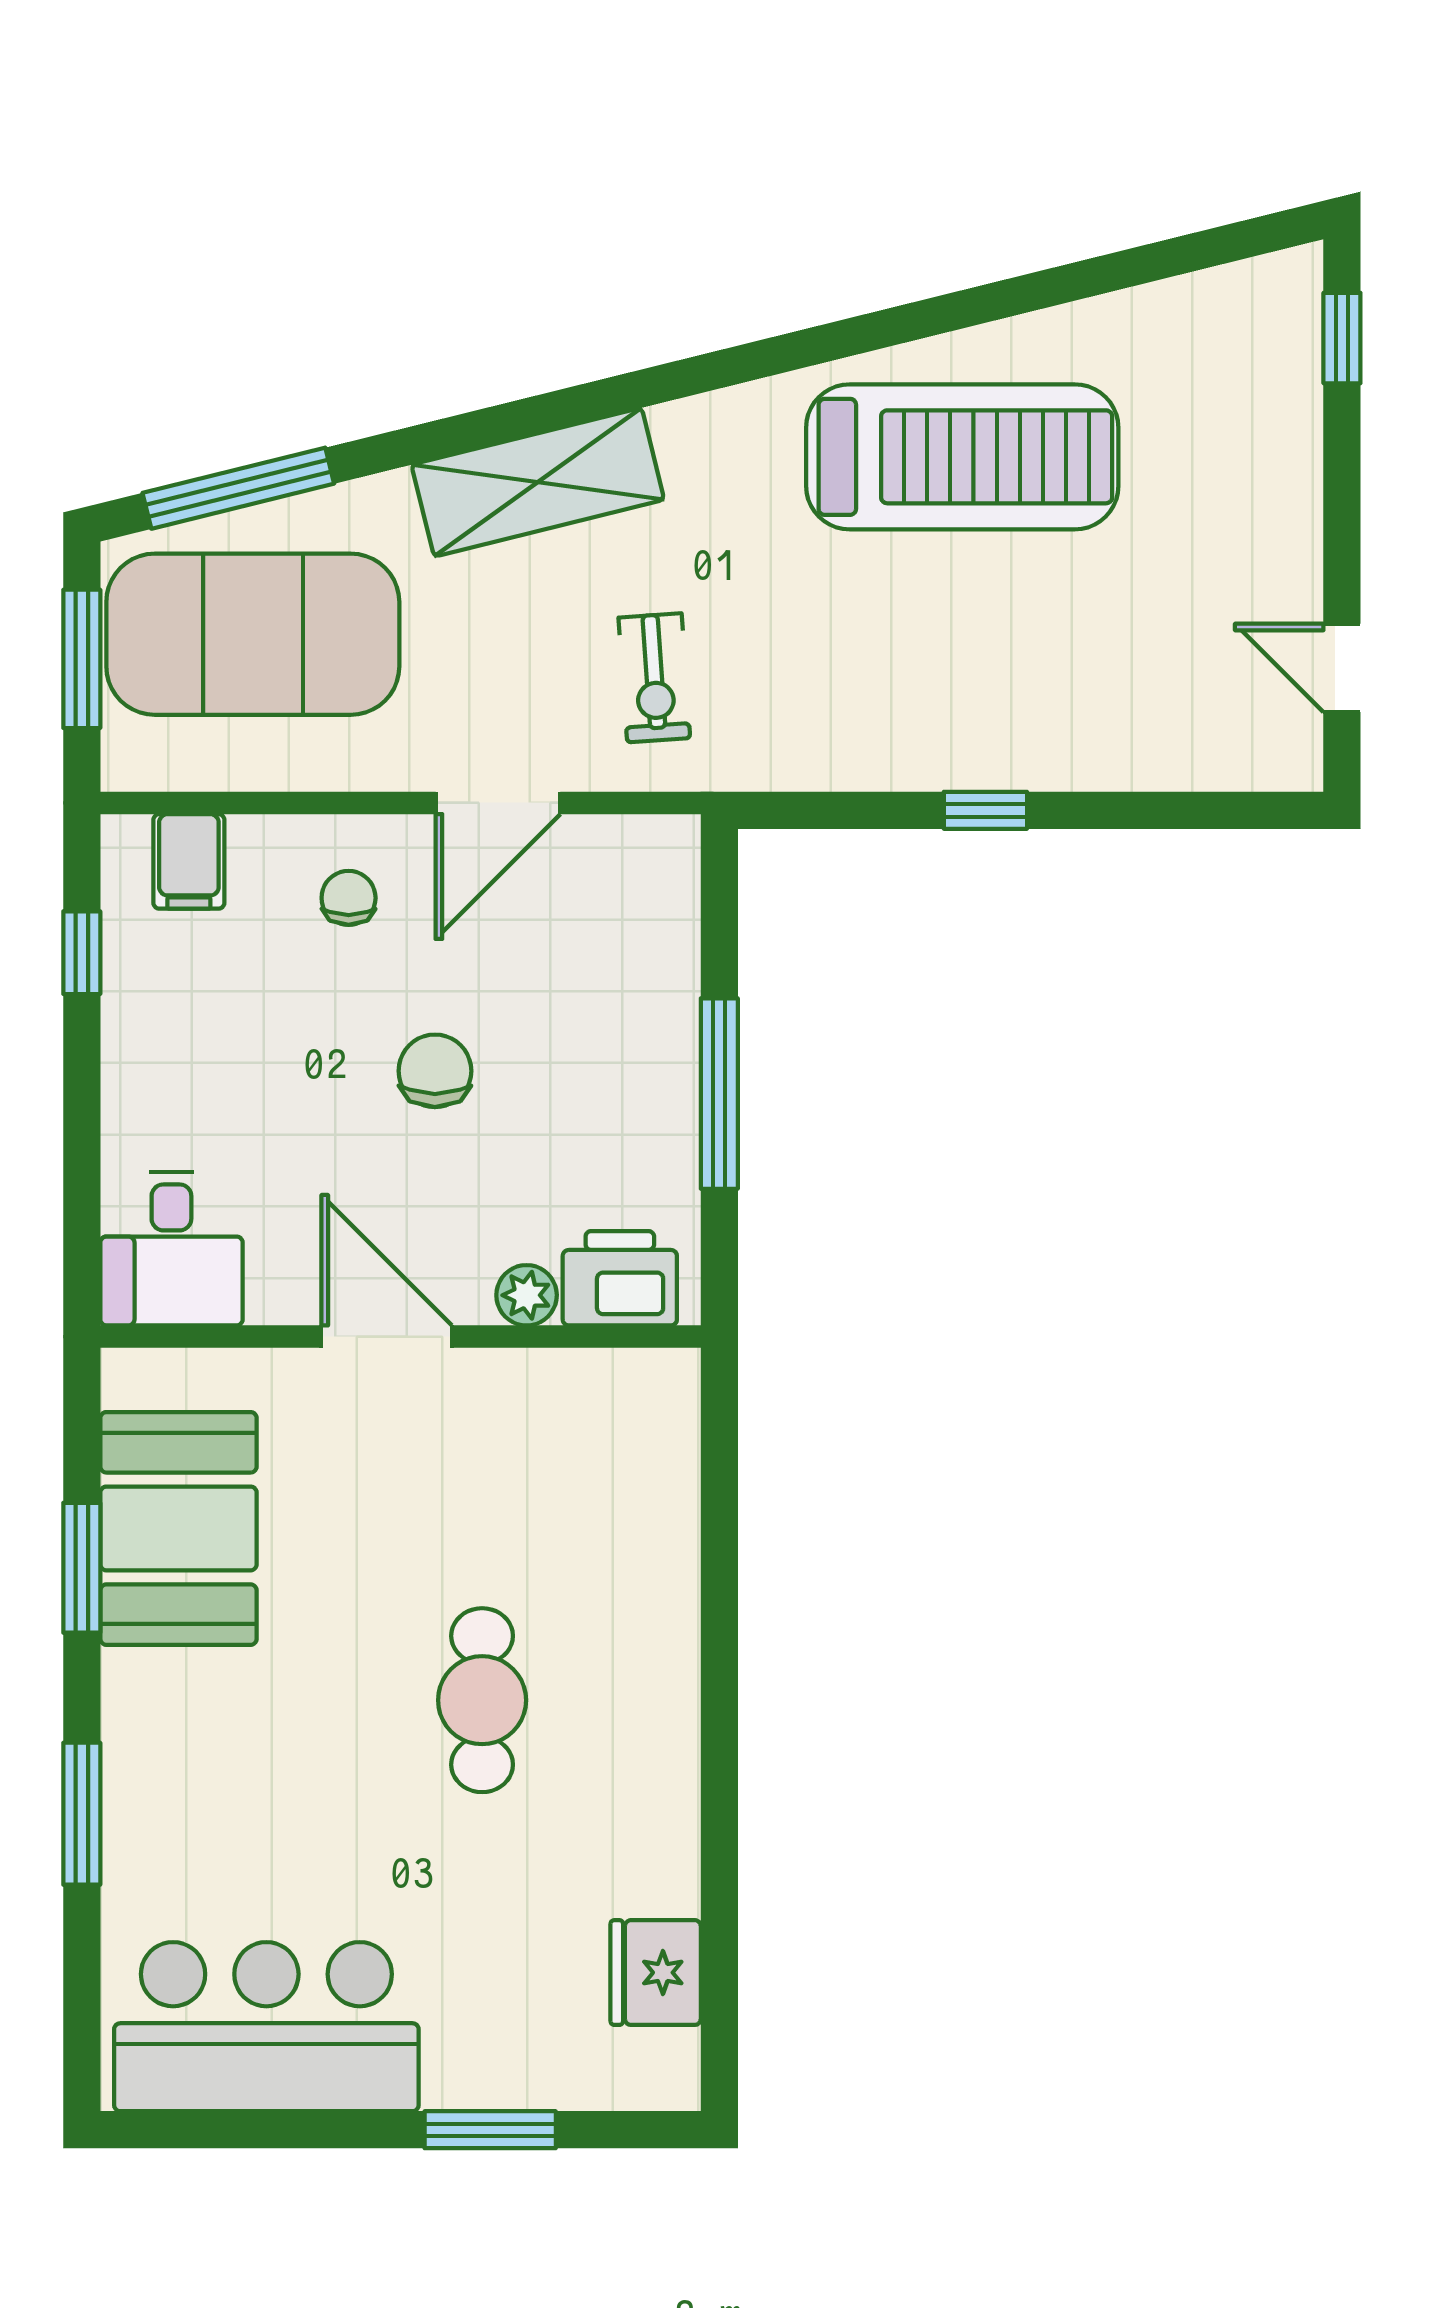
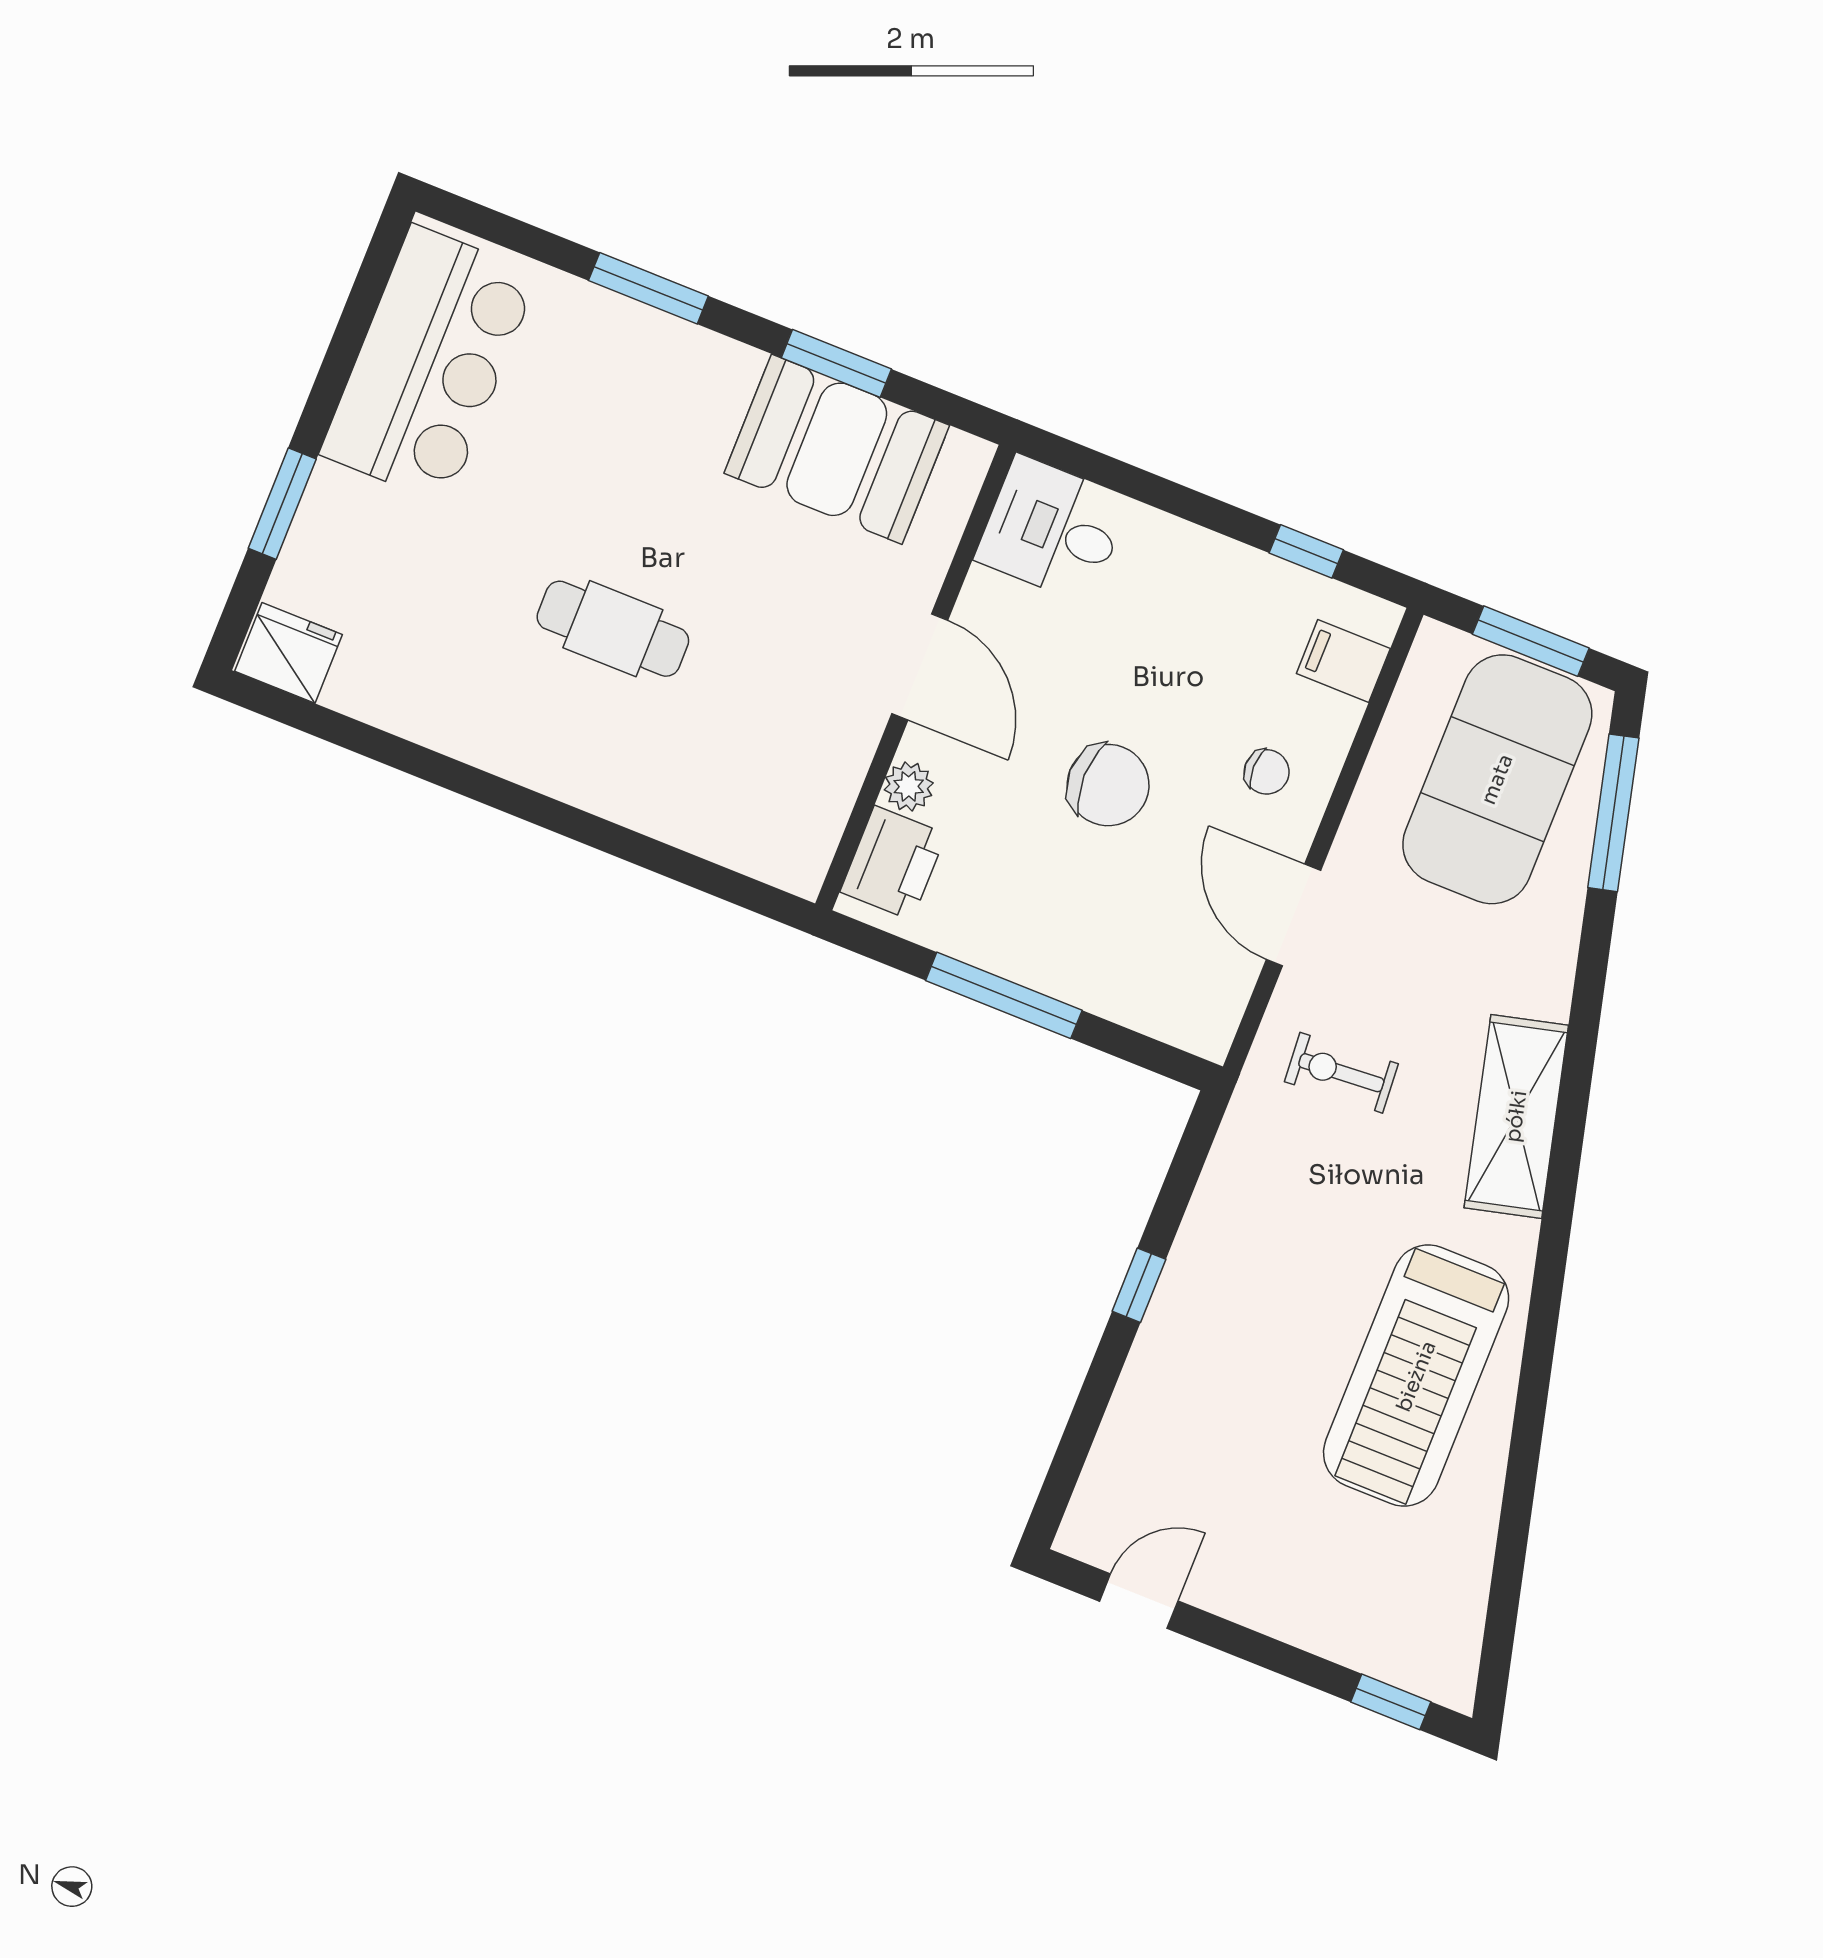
shelving: (538, 482) -> (1516, 1116), moved
chair: (435, 1071) -> (1108, 785), width x1.37, depth x1.37
door: (387, 1337) -> (920, 667), hinge flipped
fridge: (656, 1973) -> (289, 653), moved

